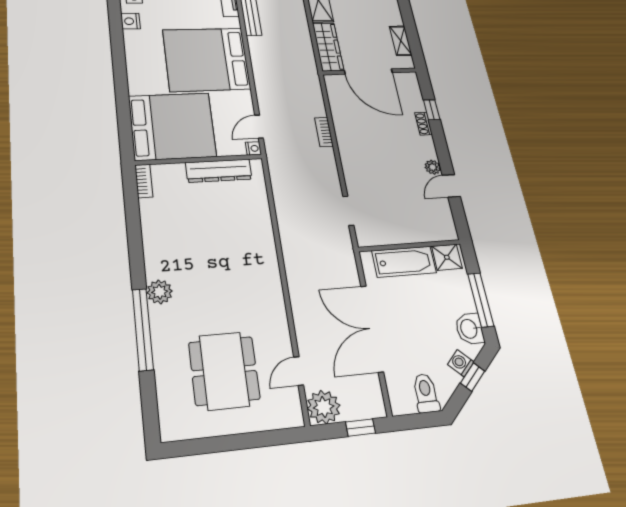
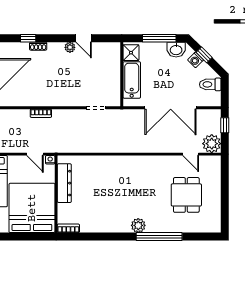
dining table: (224, 371) -> (186, 195), width x0.73

